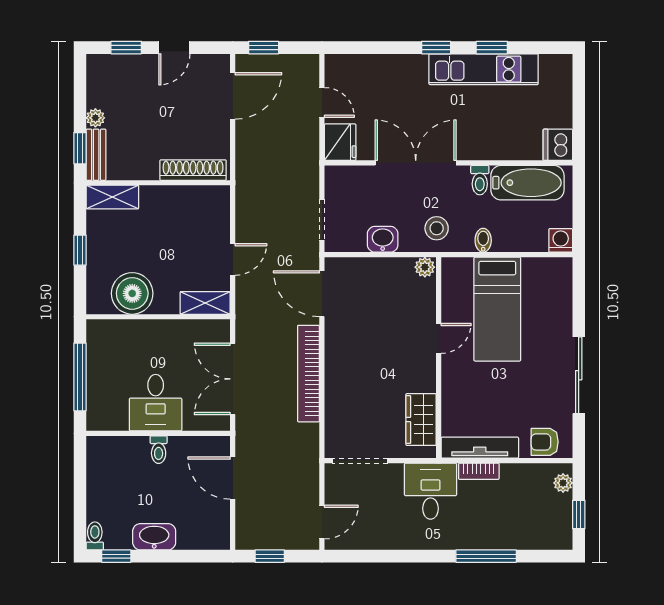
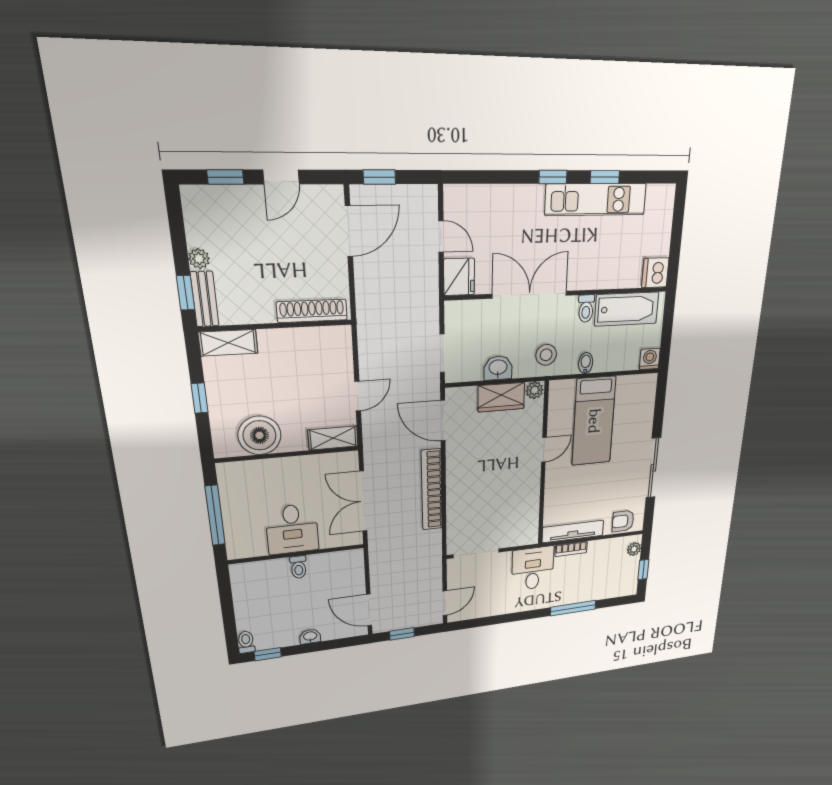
wardrobe: (421, 419) -> (501, 397), moved, turned -90
door: (233, 478) -> (369, 610), moved
washbasin: (154, 537) -> (310, 636), width x0.52, depth x0.69

